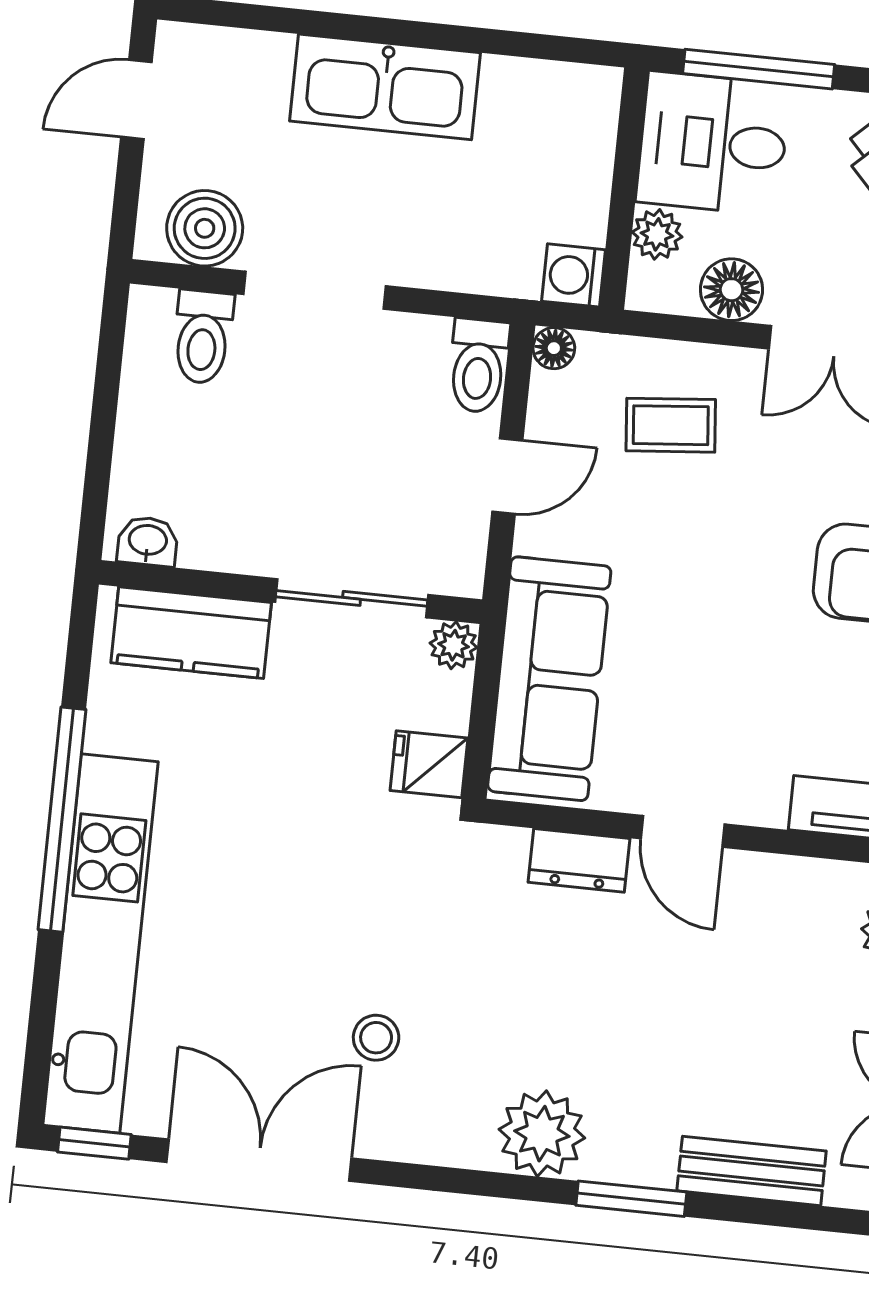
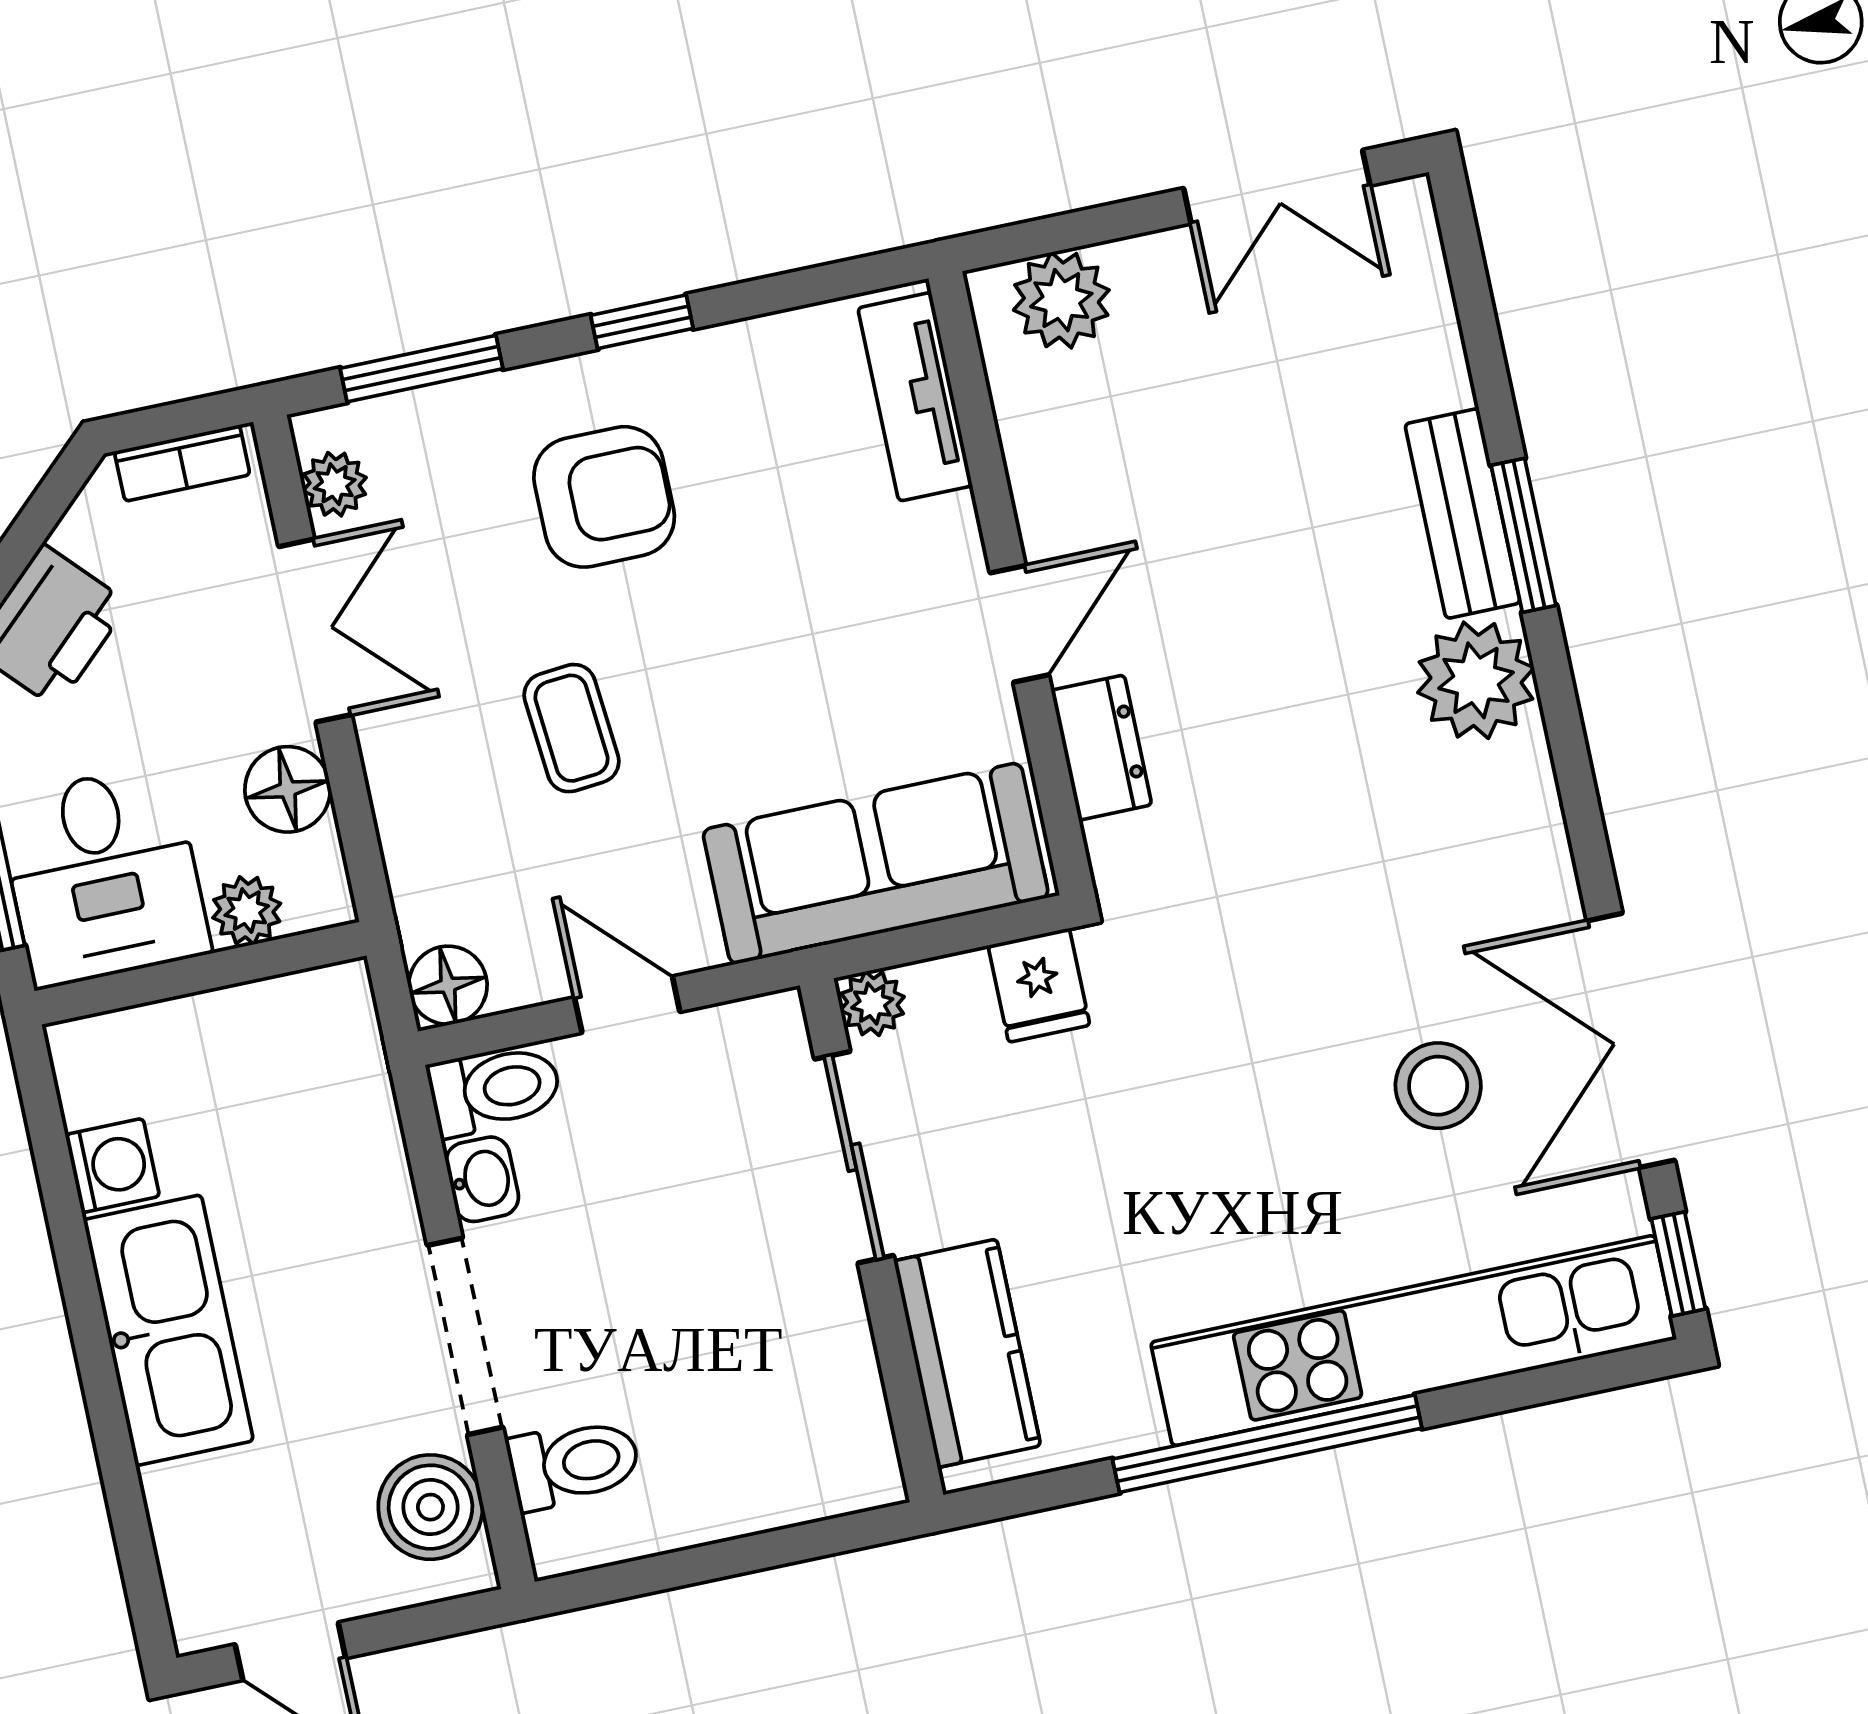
washing machine: (574, 275) -> (112, 1166), moved, turned -90
floor lamp: (554, 348) -> (448, 985), width x1.37, depth x1.37
coffee table: (671, 425) -> (571, 728), moved
washbasin: (148, 541) -> (482, 1179), moved, turned 180
stool: (376, 1038) -> (1438, 1086), moved, width x1.37, depth x1.37
bench: (752, 1171) -> (1463, 513), moved

